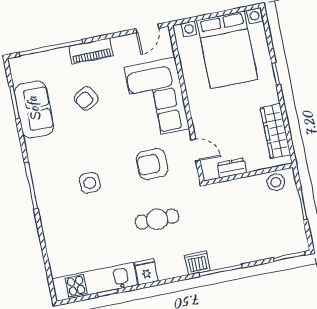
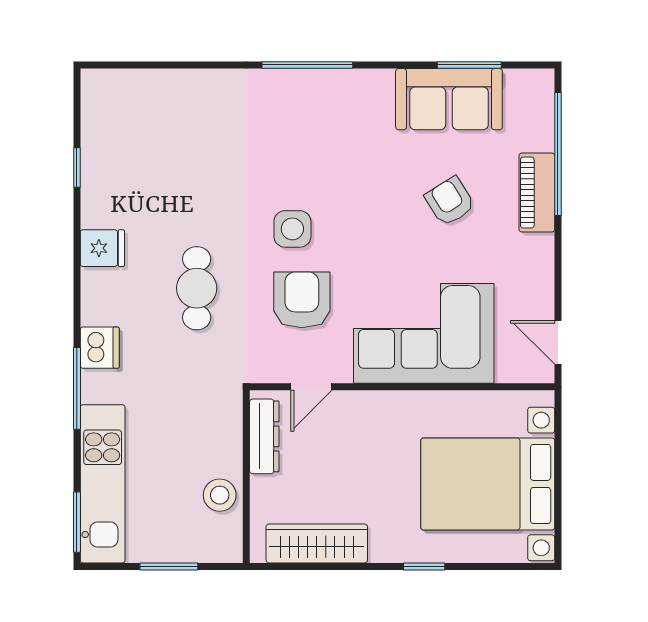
piano: (91, 51) -> (537, 193), moved
dresser: (232, 168) -> (264, 436), width x1.44
stool: (276, 182) -> (220, 495), moved
side table: (90, 183) -> (292, 229), moved
kitchen unit: (95, 282) -> (103, 484), moved

